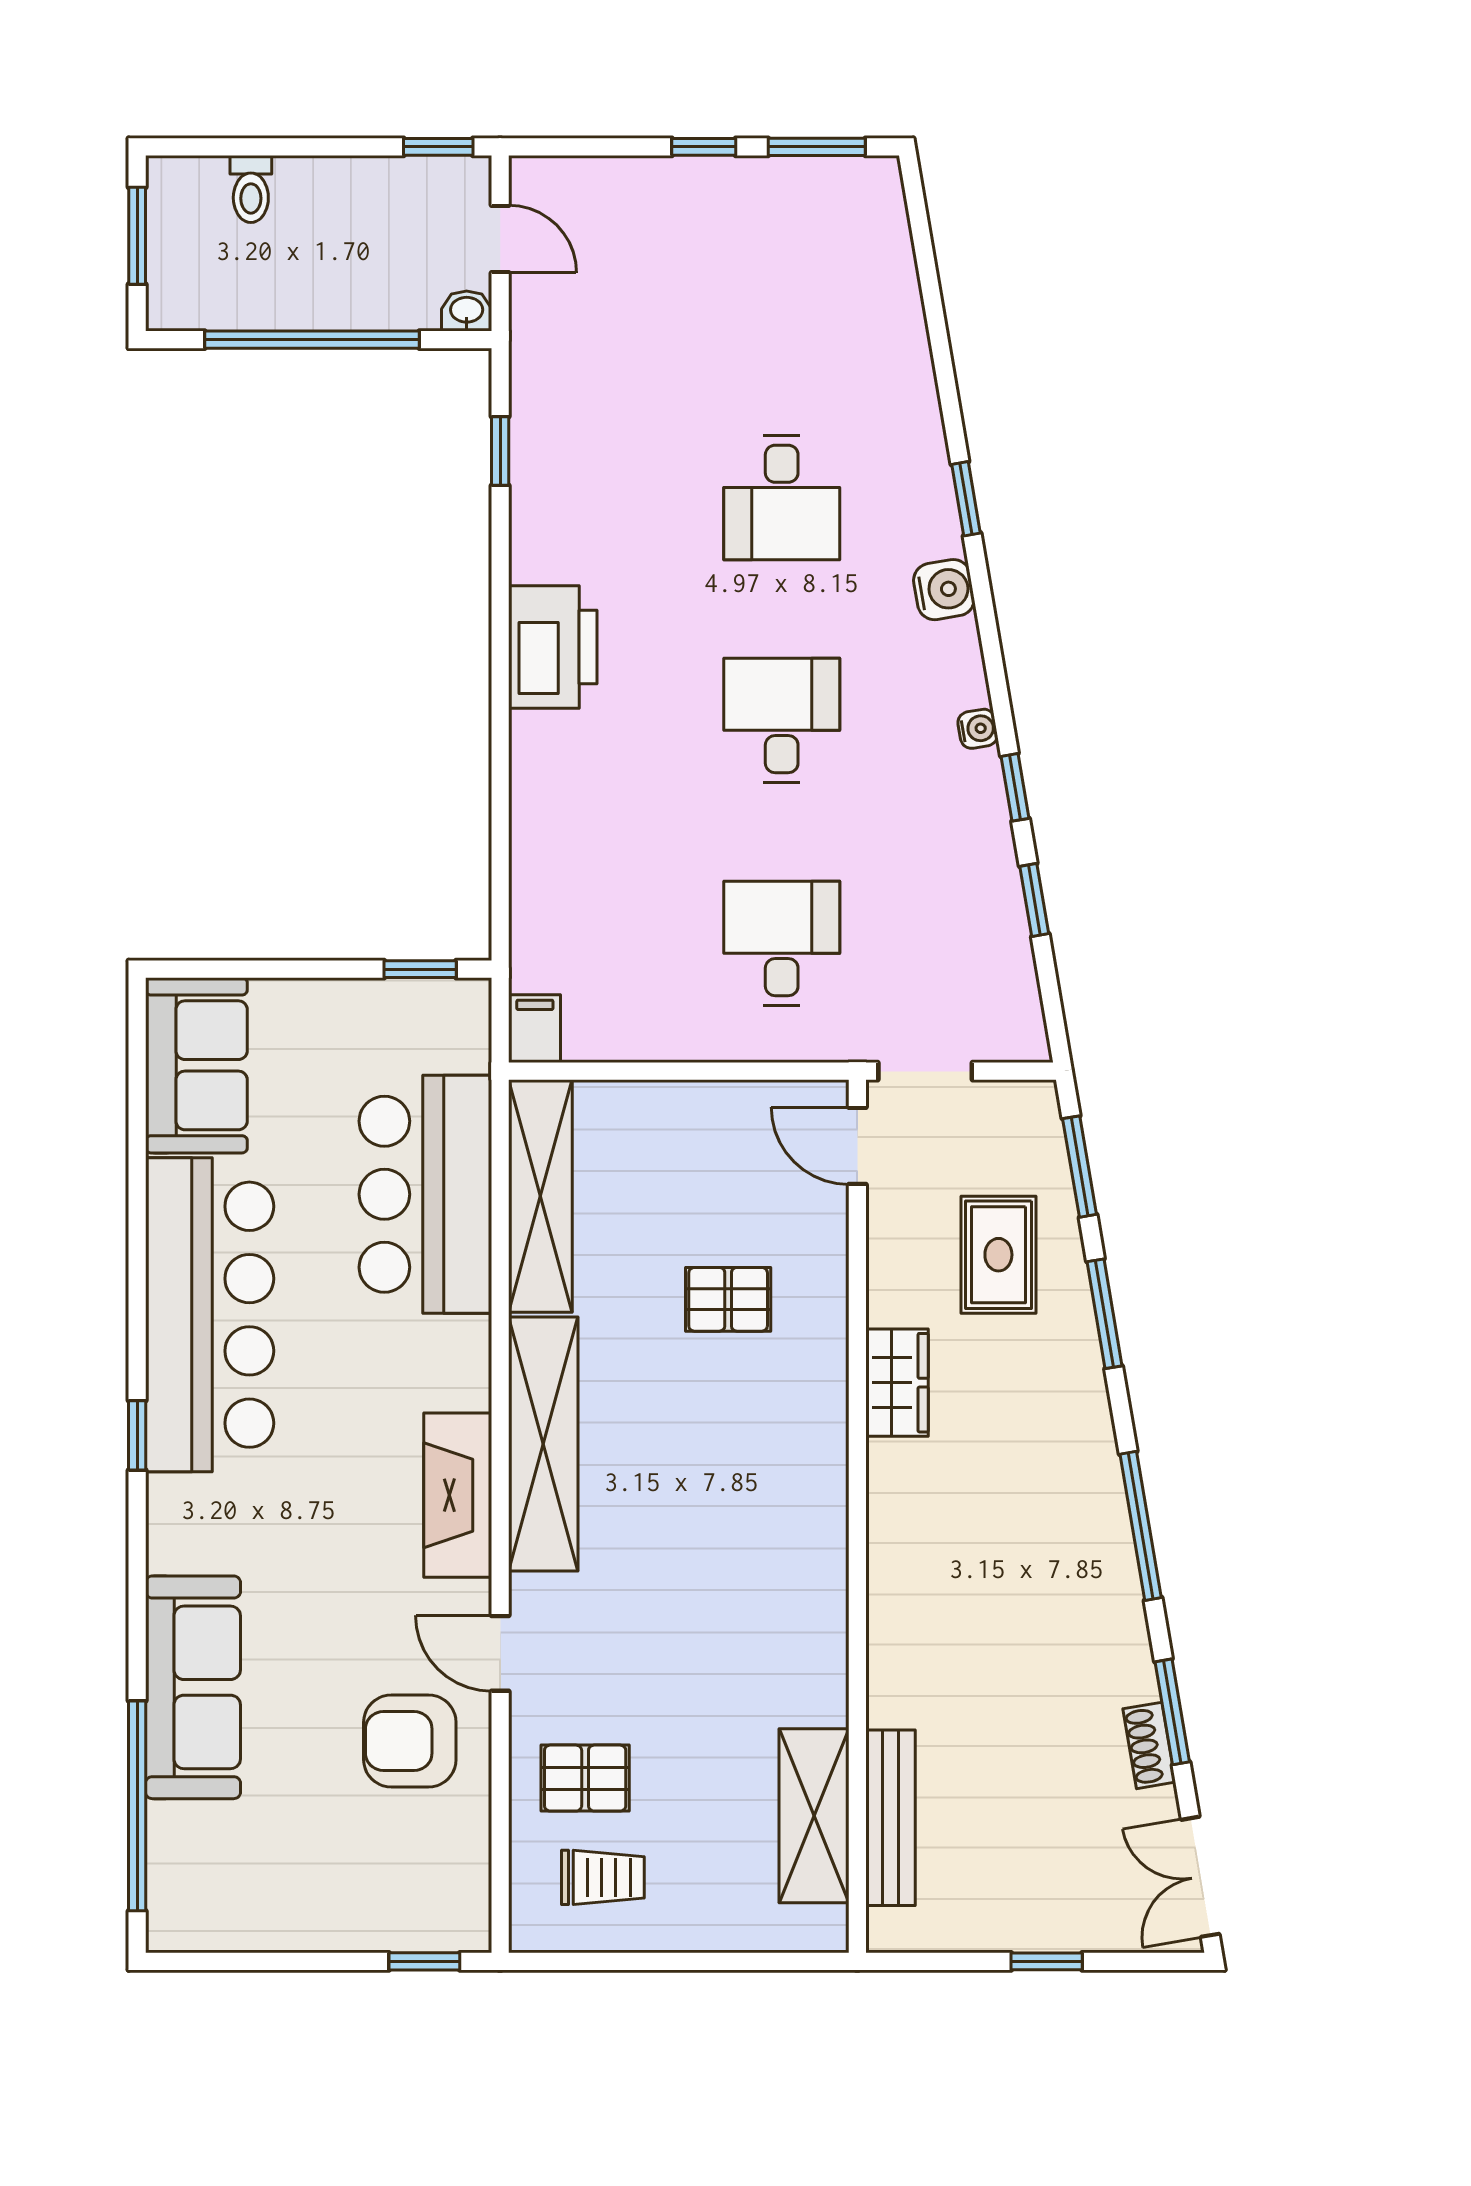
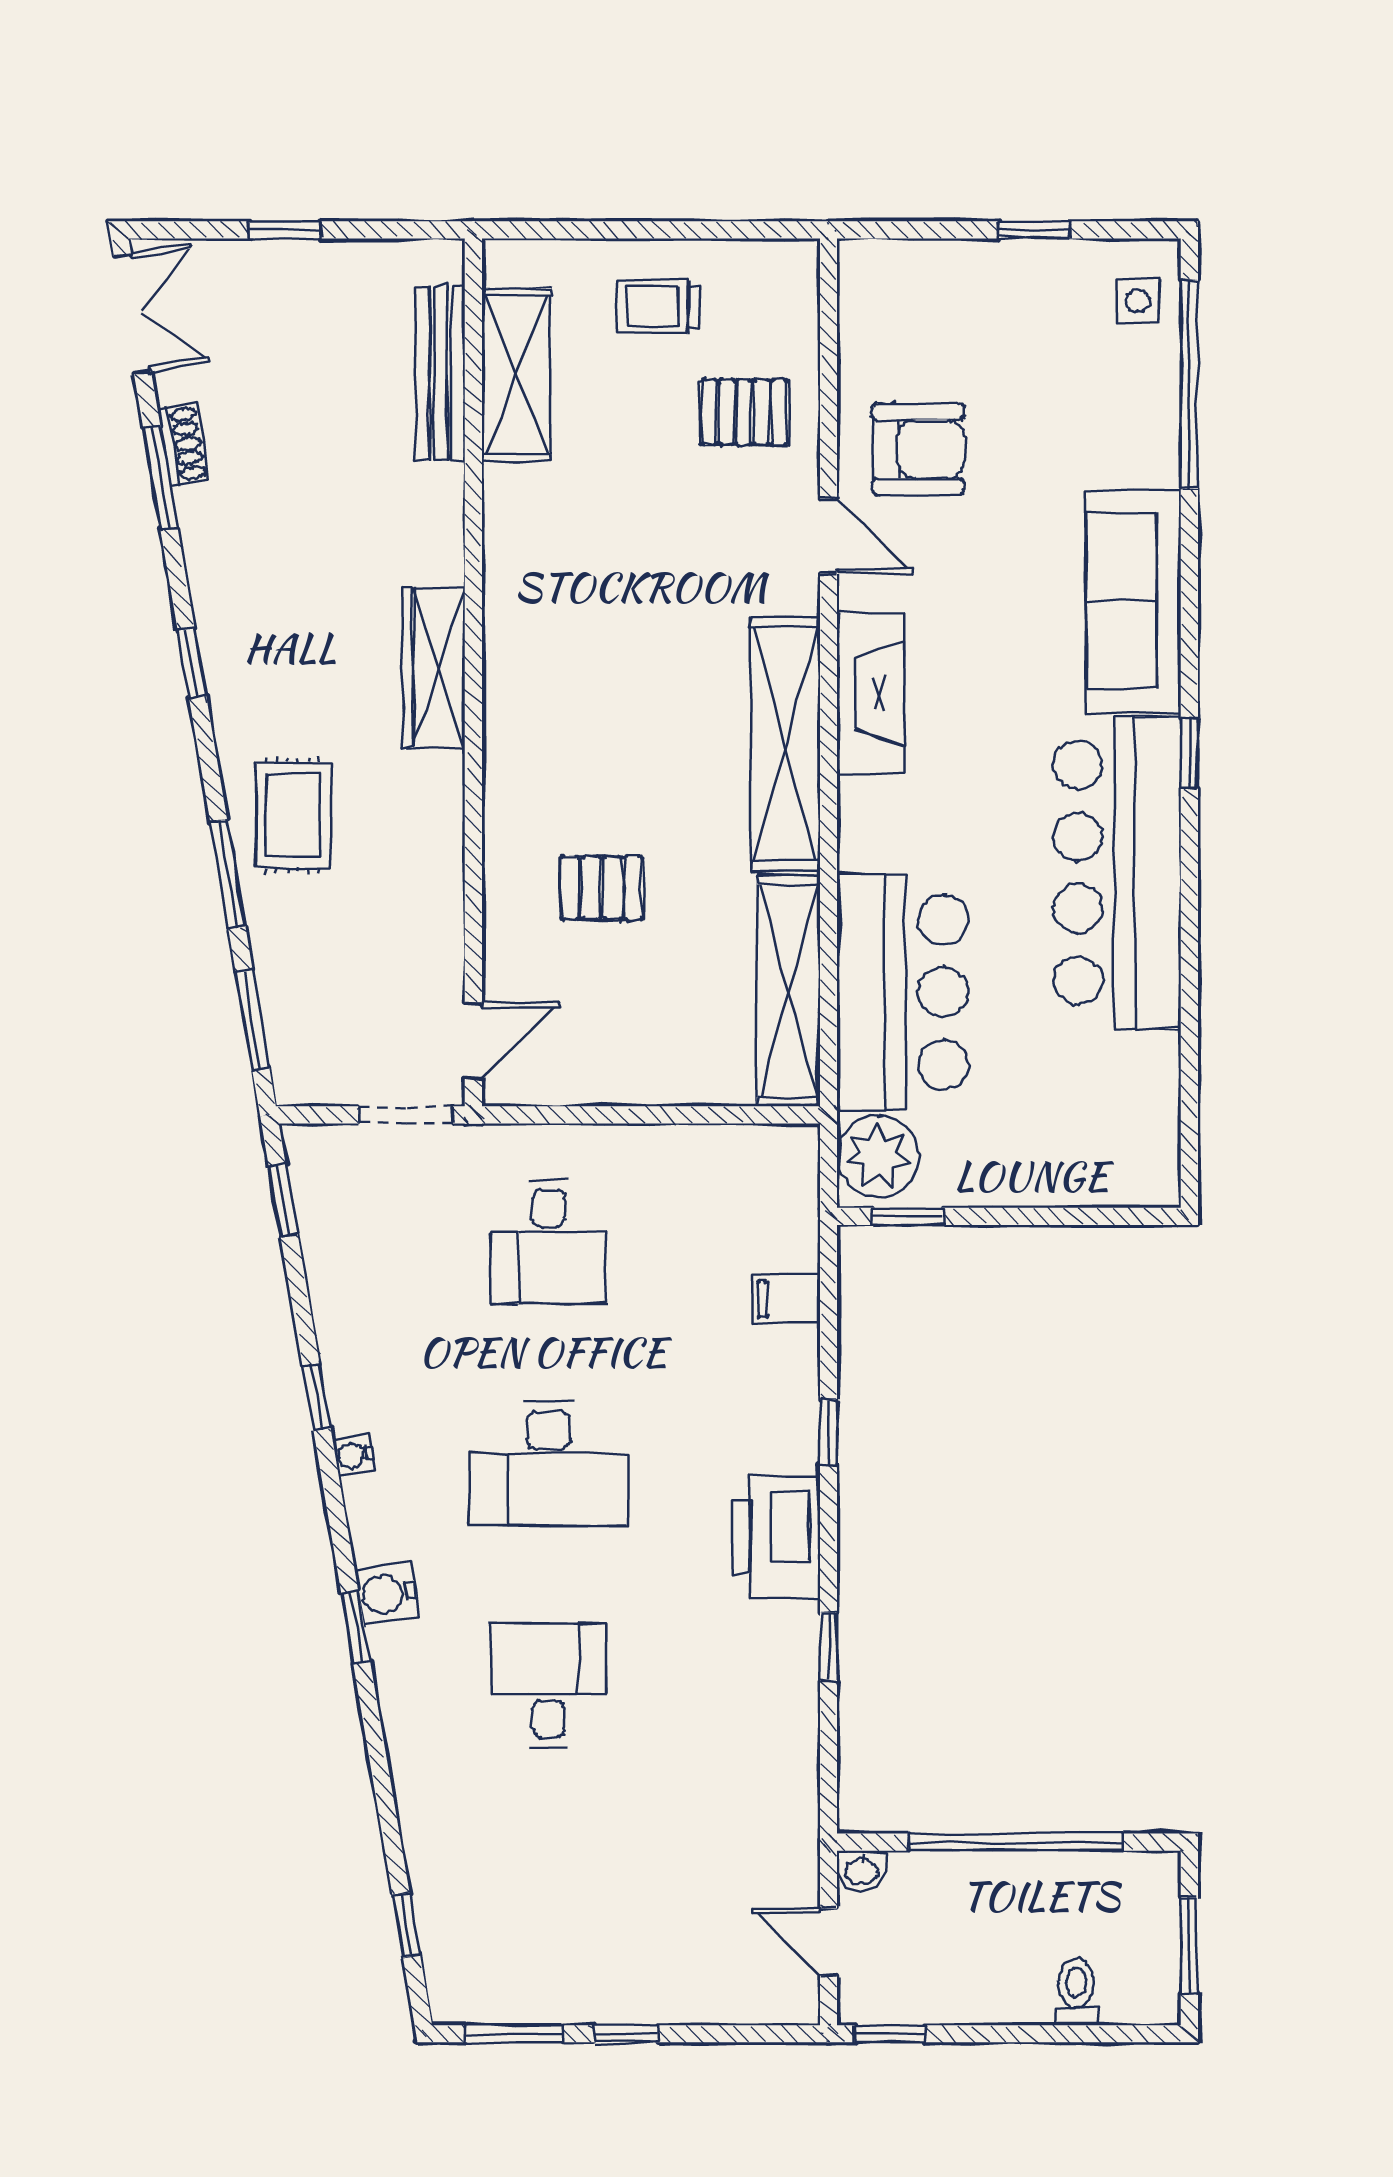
window: (925, 256) -> (406, 1925), added
window: (500, 451) -> (829, 1647), moved
window: (966, 499) -> (356, 1627), moved
desk: (782, 720) -> (549, 1463), width x1.37
window: (500, 752) -> (829, 1432), added
window: (1034, 900) -> (283, 1200), moved
plant: (450, 1029) -> (878, 1156), added
filing cabinet: (535, 1029) -> (786, 1299), moved, turned 90
sofa: (196, 1065) -> (1130, 1121), removed
door: (857, 1146) -> (473, 1041), hinge flipped
rug: (998, 1255) -> (293, 815), moved
wardrobe: (897, 1383) -> (434, 668), moved, width x1.50
window: (1141, 1526) -> (192, 663), width x0.46
sofa: (193, 1687) -> (1134, 601), moved
trolley: (603, 1877) -> (658, 306), moved
side table: (189, 1890) -> (1138, 301), added
window: (424, 1961) -> (1034, 230), moved

